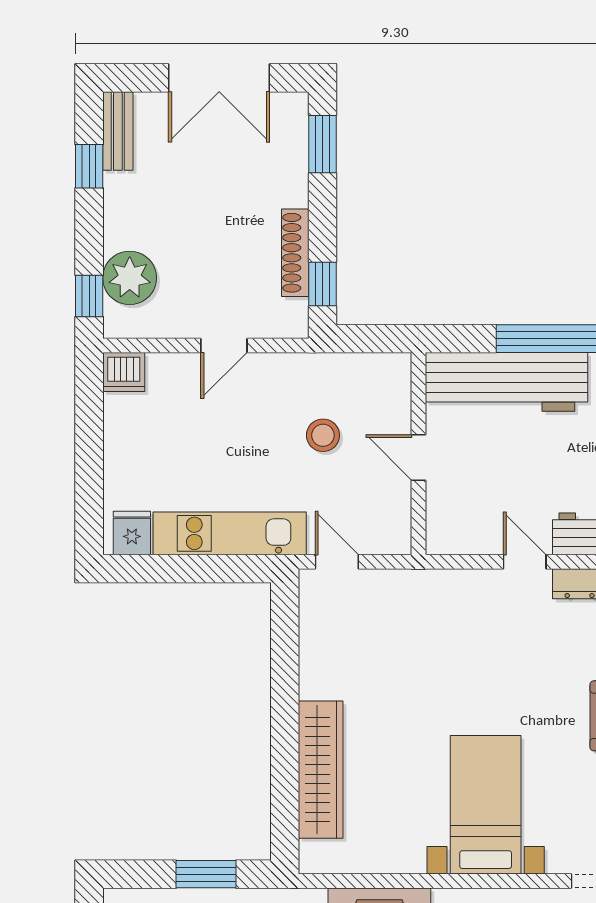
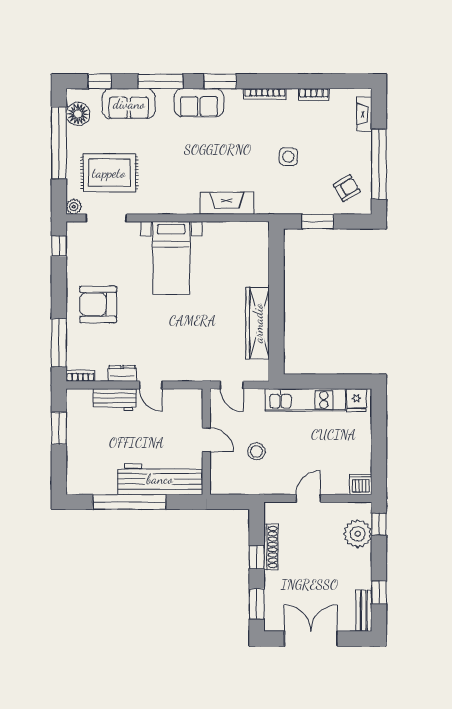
window: (322, 284) -> (257, 557), moved
door: (337, 562) -> (232, 385), moved
wardrobe: (321, 770) -> (258, 323), moved

